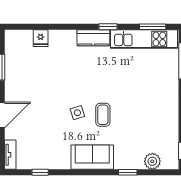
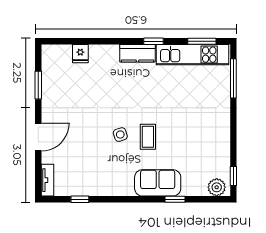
sofa: (92, 157) -> (158, 183), moved
plant: (152, 161) -> (217, 187), moved

